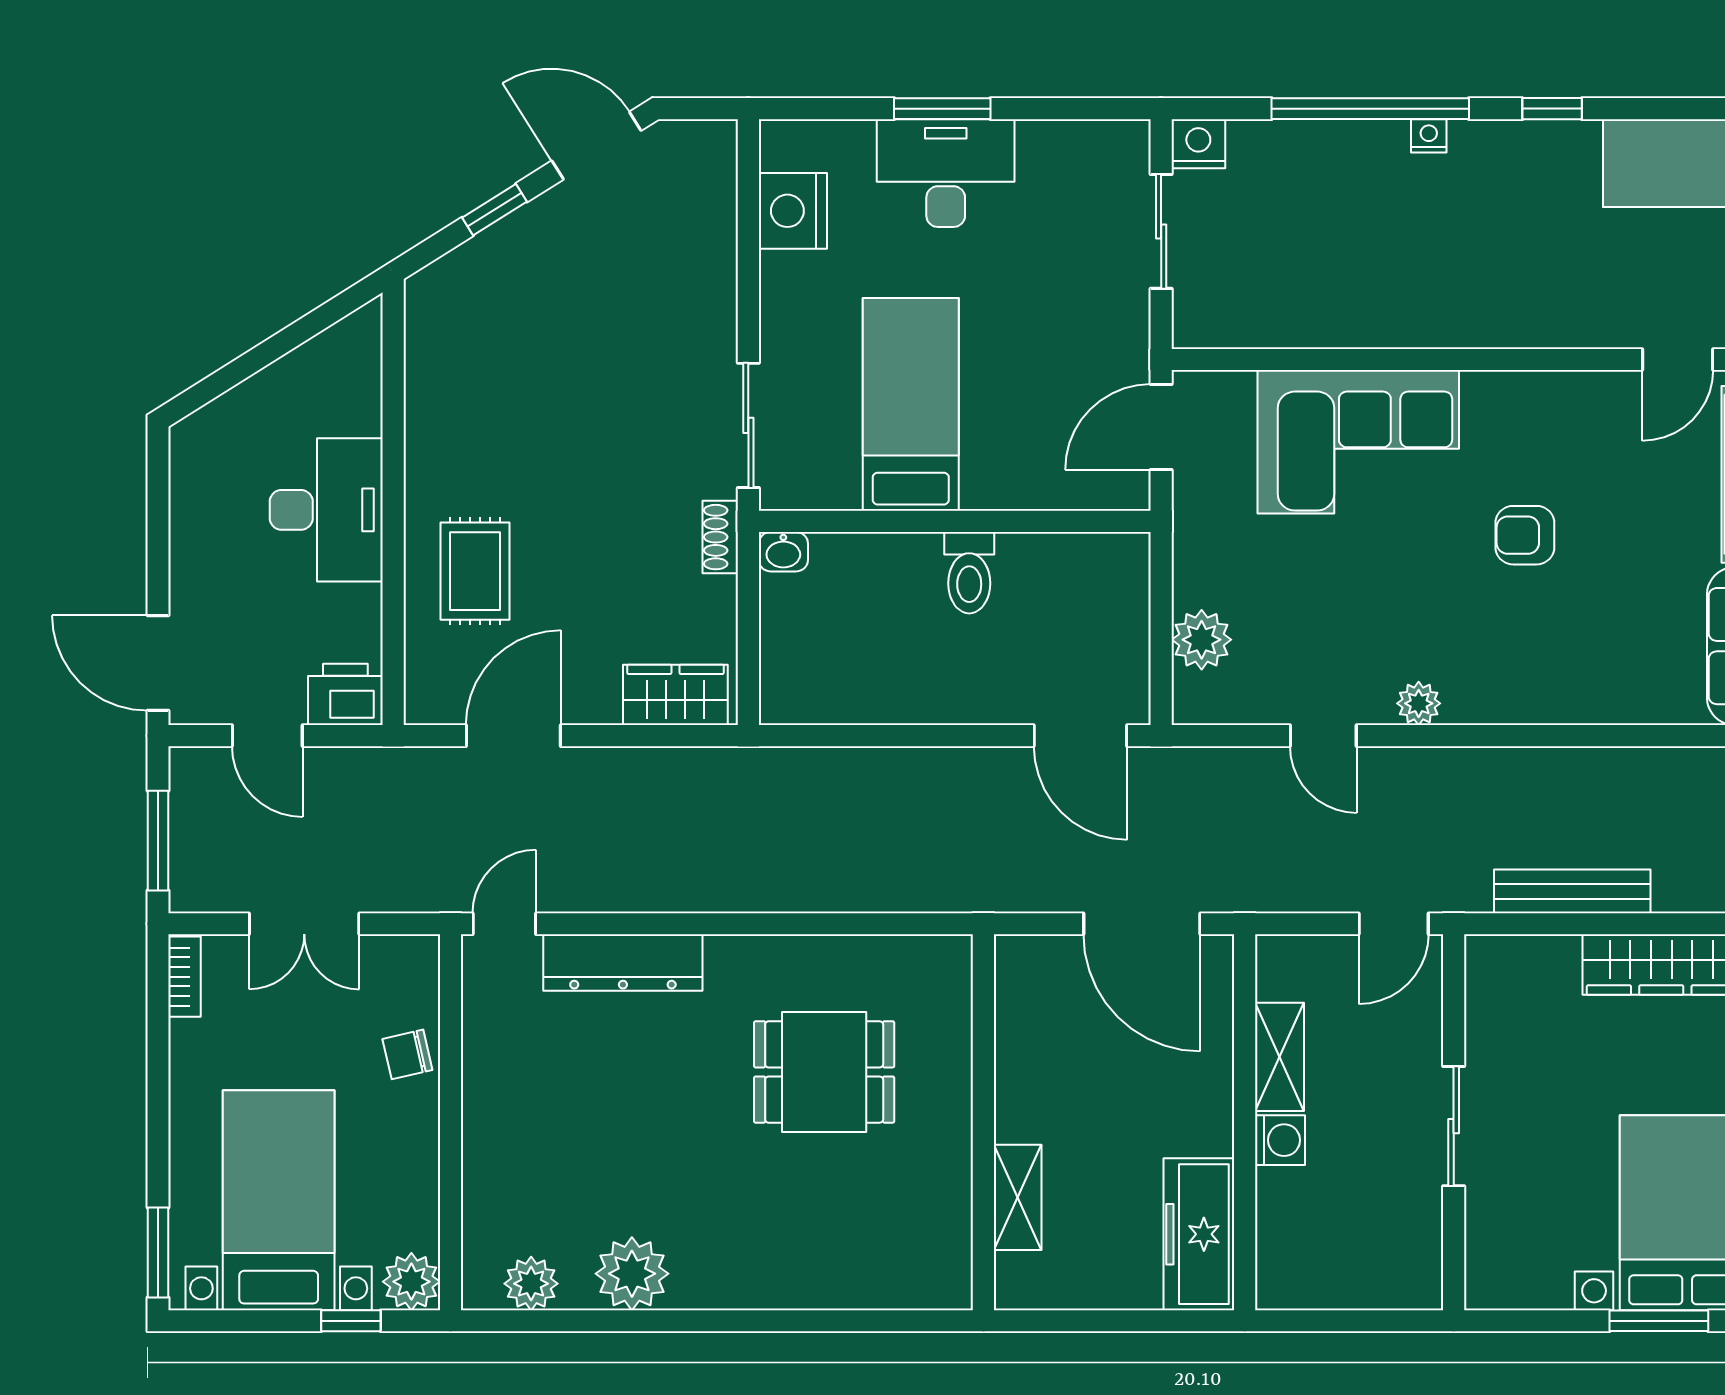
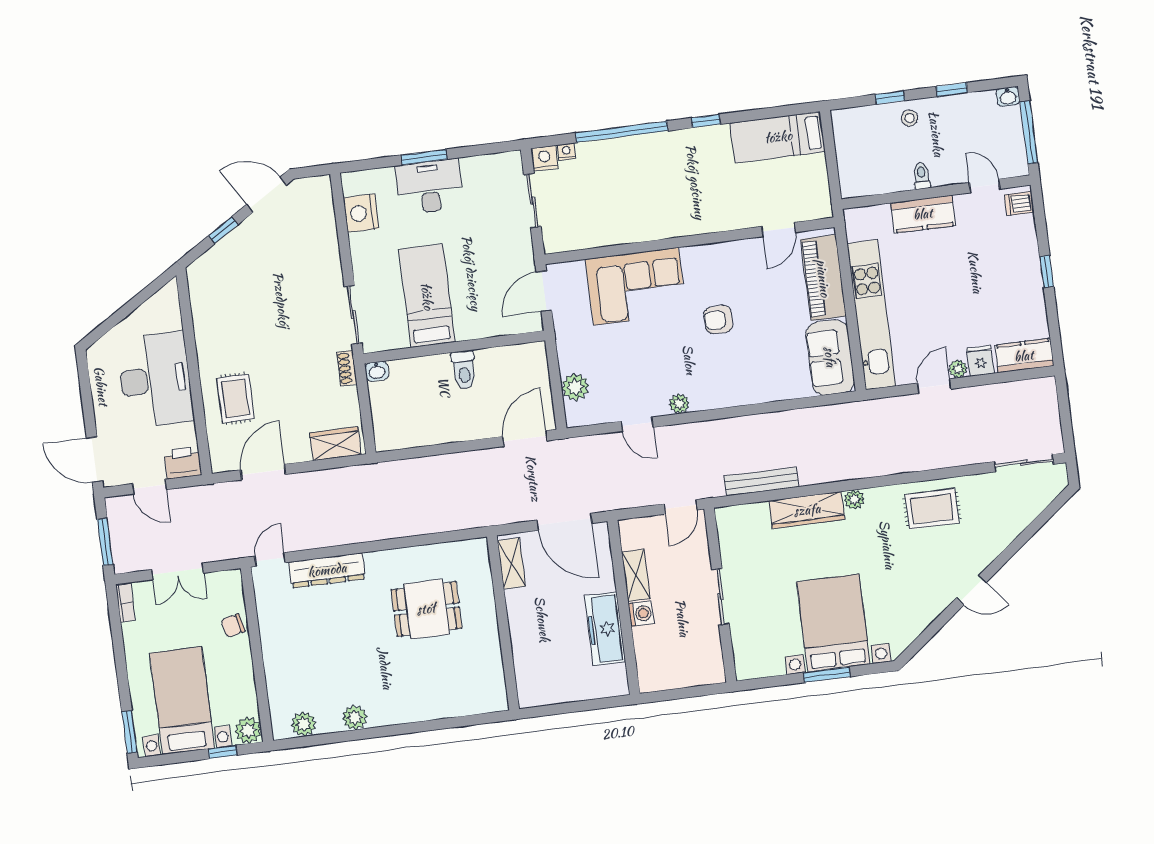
nightstand: (1429, 136) -> (566, 152), moved
desk: (326, 510) -> (155, 380), width x1.36, depth x1.30
door: (1080, 736) -> (525, 439), swing flipped
shelving: (1018, 1197) -> (511, 563), moved
freezer: (1199, 1234) -> (605, 629), moved
plant: (632, 1274) -> (355, 718), width x0.73, depth x0.73

